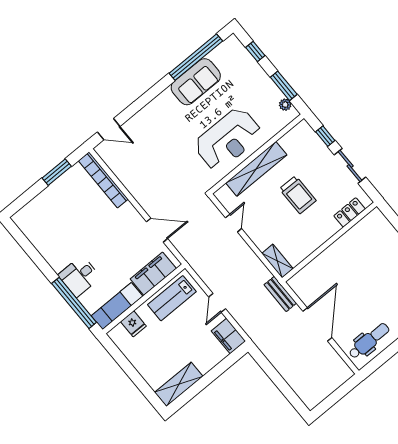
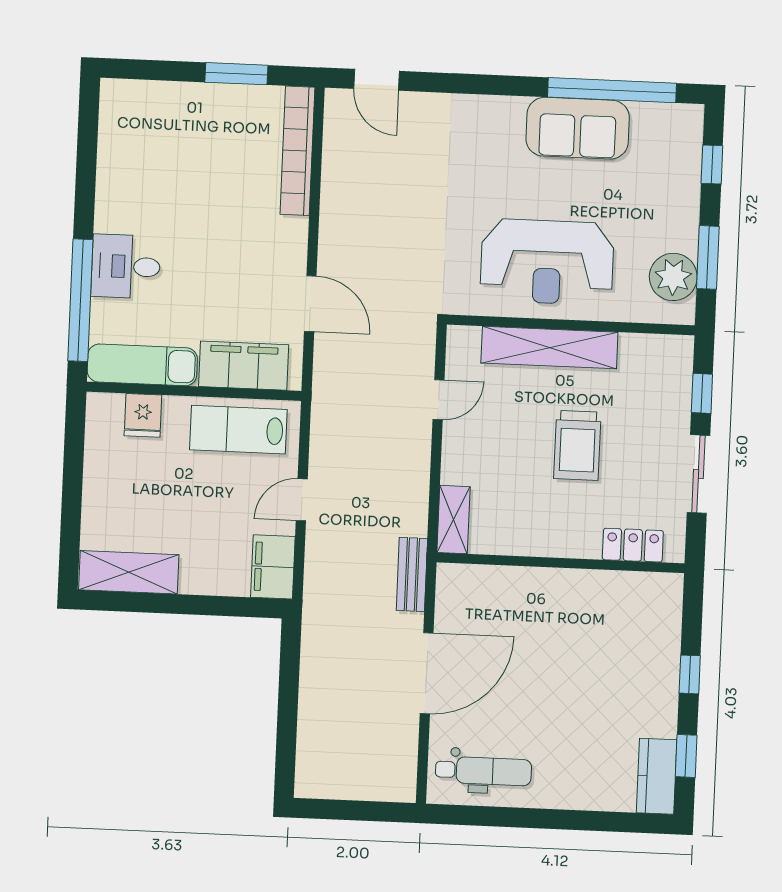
plant: (285, 105) -> (673, 277), width x1.88, depth x1.88

